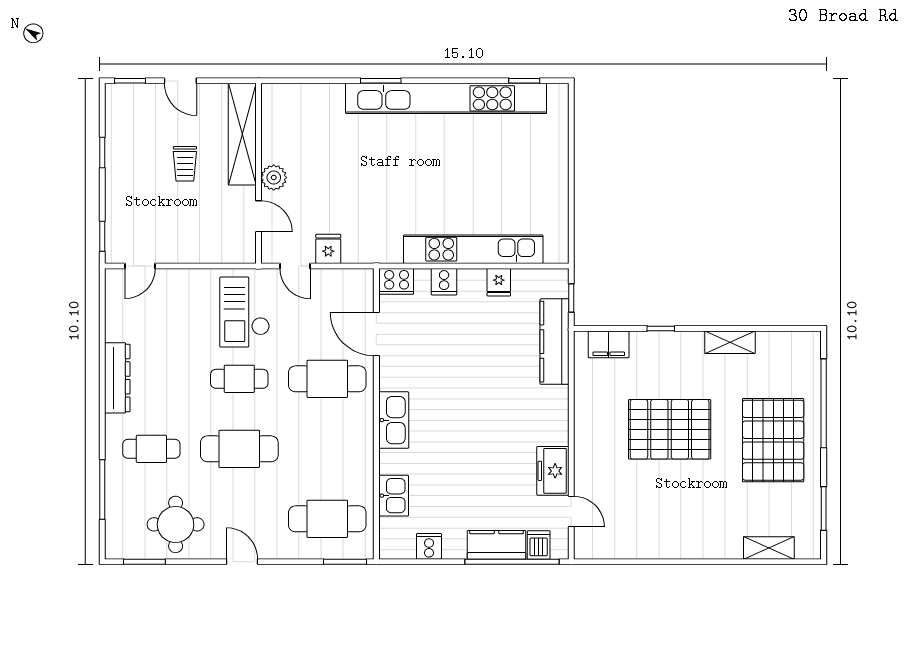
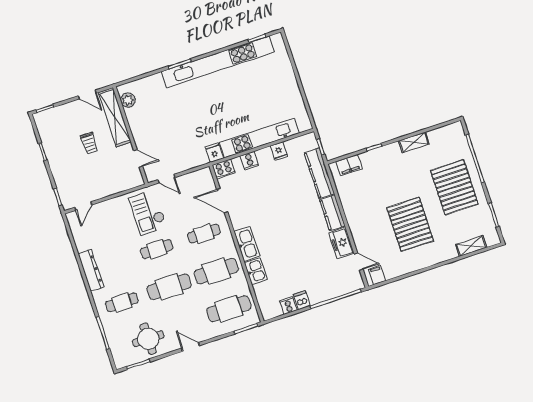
door: (180, 81) -> (87, 94), moved
plant: (274, 178) -> (128, 100), moved
fridge: (328, 249) -> (214, 153), moved
cafe table: (327, 379) -> (204, 234), width x0.73, depth x0.74
pallet: (670, 429) -> (410, 224), moved, turned 90
cafe table: (327, 449) -> (216, 271), added
kitchen sink: (394, 496) -> (256, 271), moved
filing cabinet: (594, 544) -> (377, 275), added
kitchen counter: (497, 545) -> (332, 213), moved, turned -90
dishwasher: (539, 545) -> (302, 300), moved

